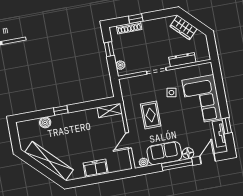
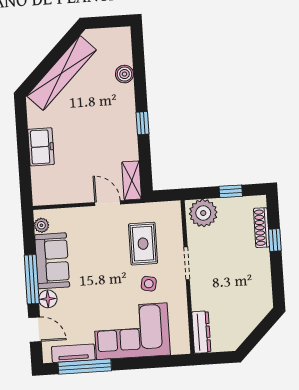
wardrobe: (183, 27) -> (252, 315), removed
dresser: (182, 60) -> (201, 332), moved
plant: (120, 65) -> (203, 213), width x1.88, depth x1.88
window: (61, 110) -> (143, 123), moved
rug: (151, 115) -> (143, 244), moved, turned 90
window: (227, 126) -> (85, 367), width x2.17
door: (128, 141) -> (108, 203), moved

